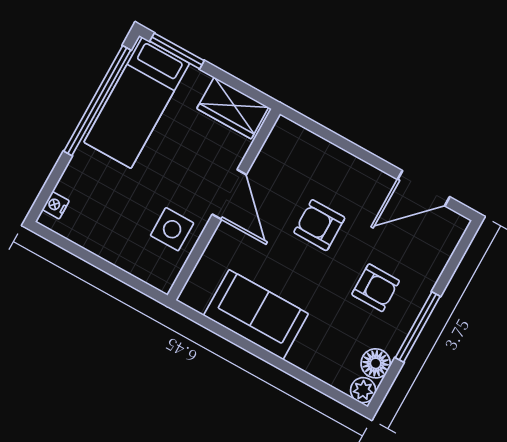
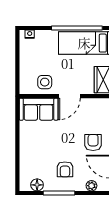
armchair: (319, 225) -> (93, 142), moved
sofa: (256, 315) -> (39, 109), moved, turned 90
plant: (363, 390) -> (91, 186), moved

